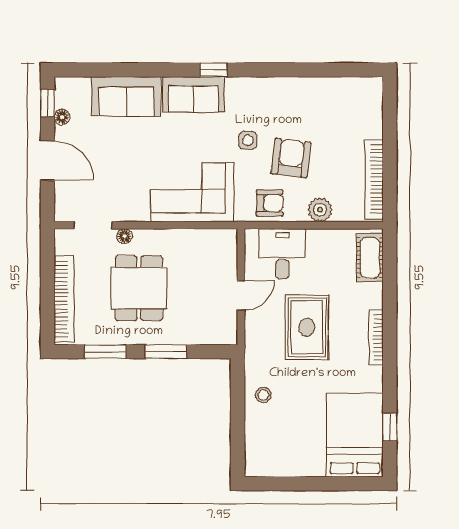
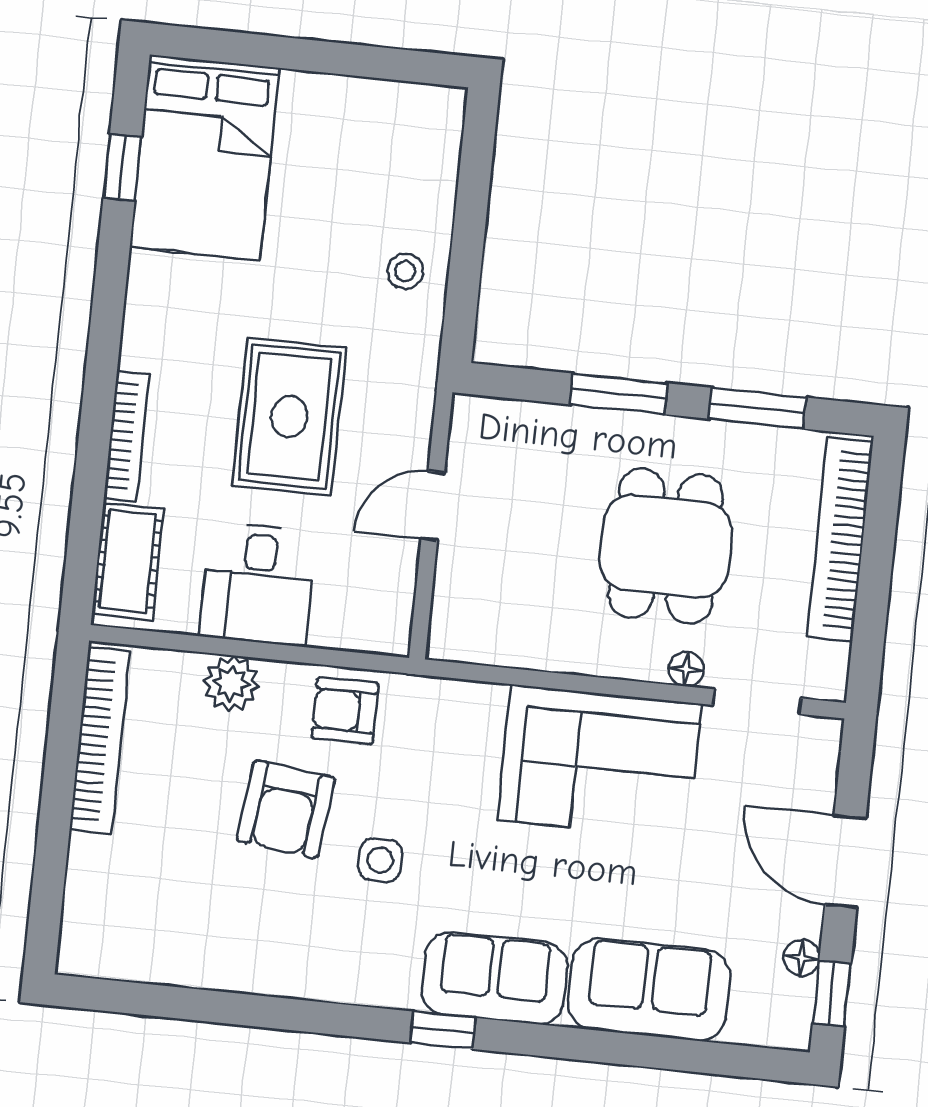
corner sofa: (192, 192) -> (599, 762), moved
desk: (282, 254) -> (258, 584), moved
bookcase: (376, 338) -> (127, 436), moved

